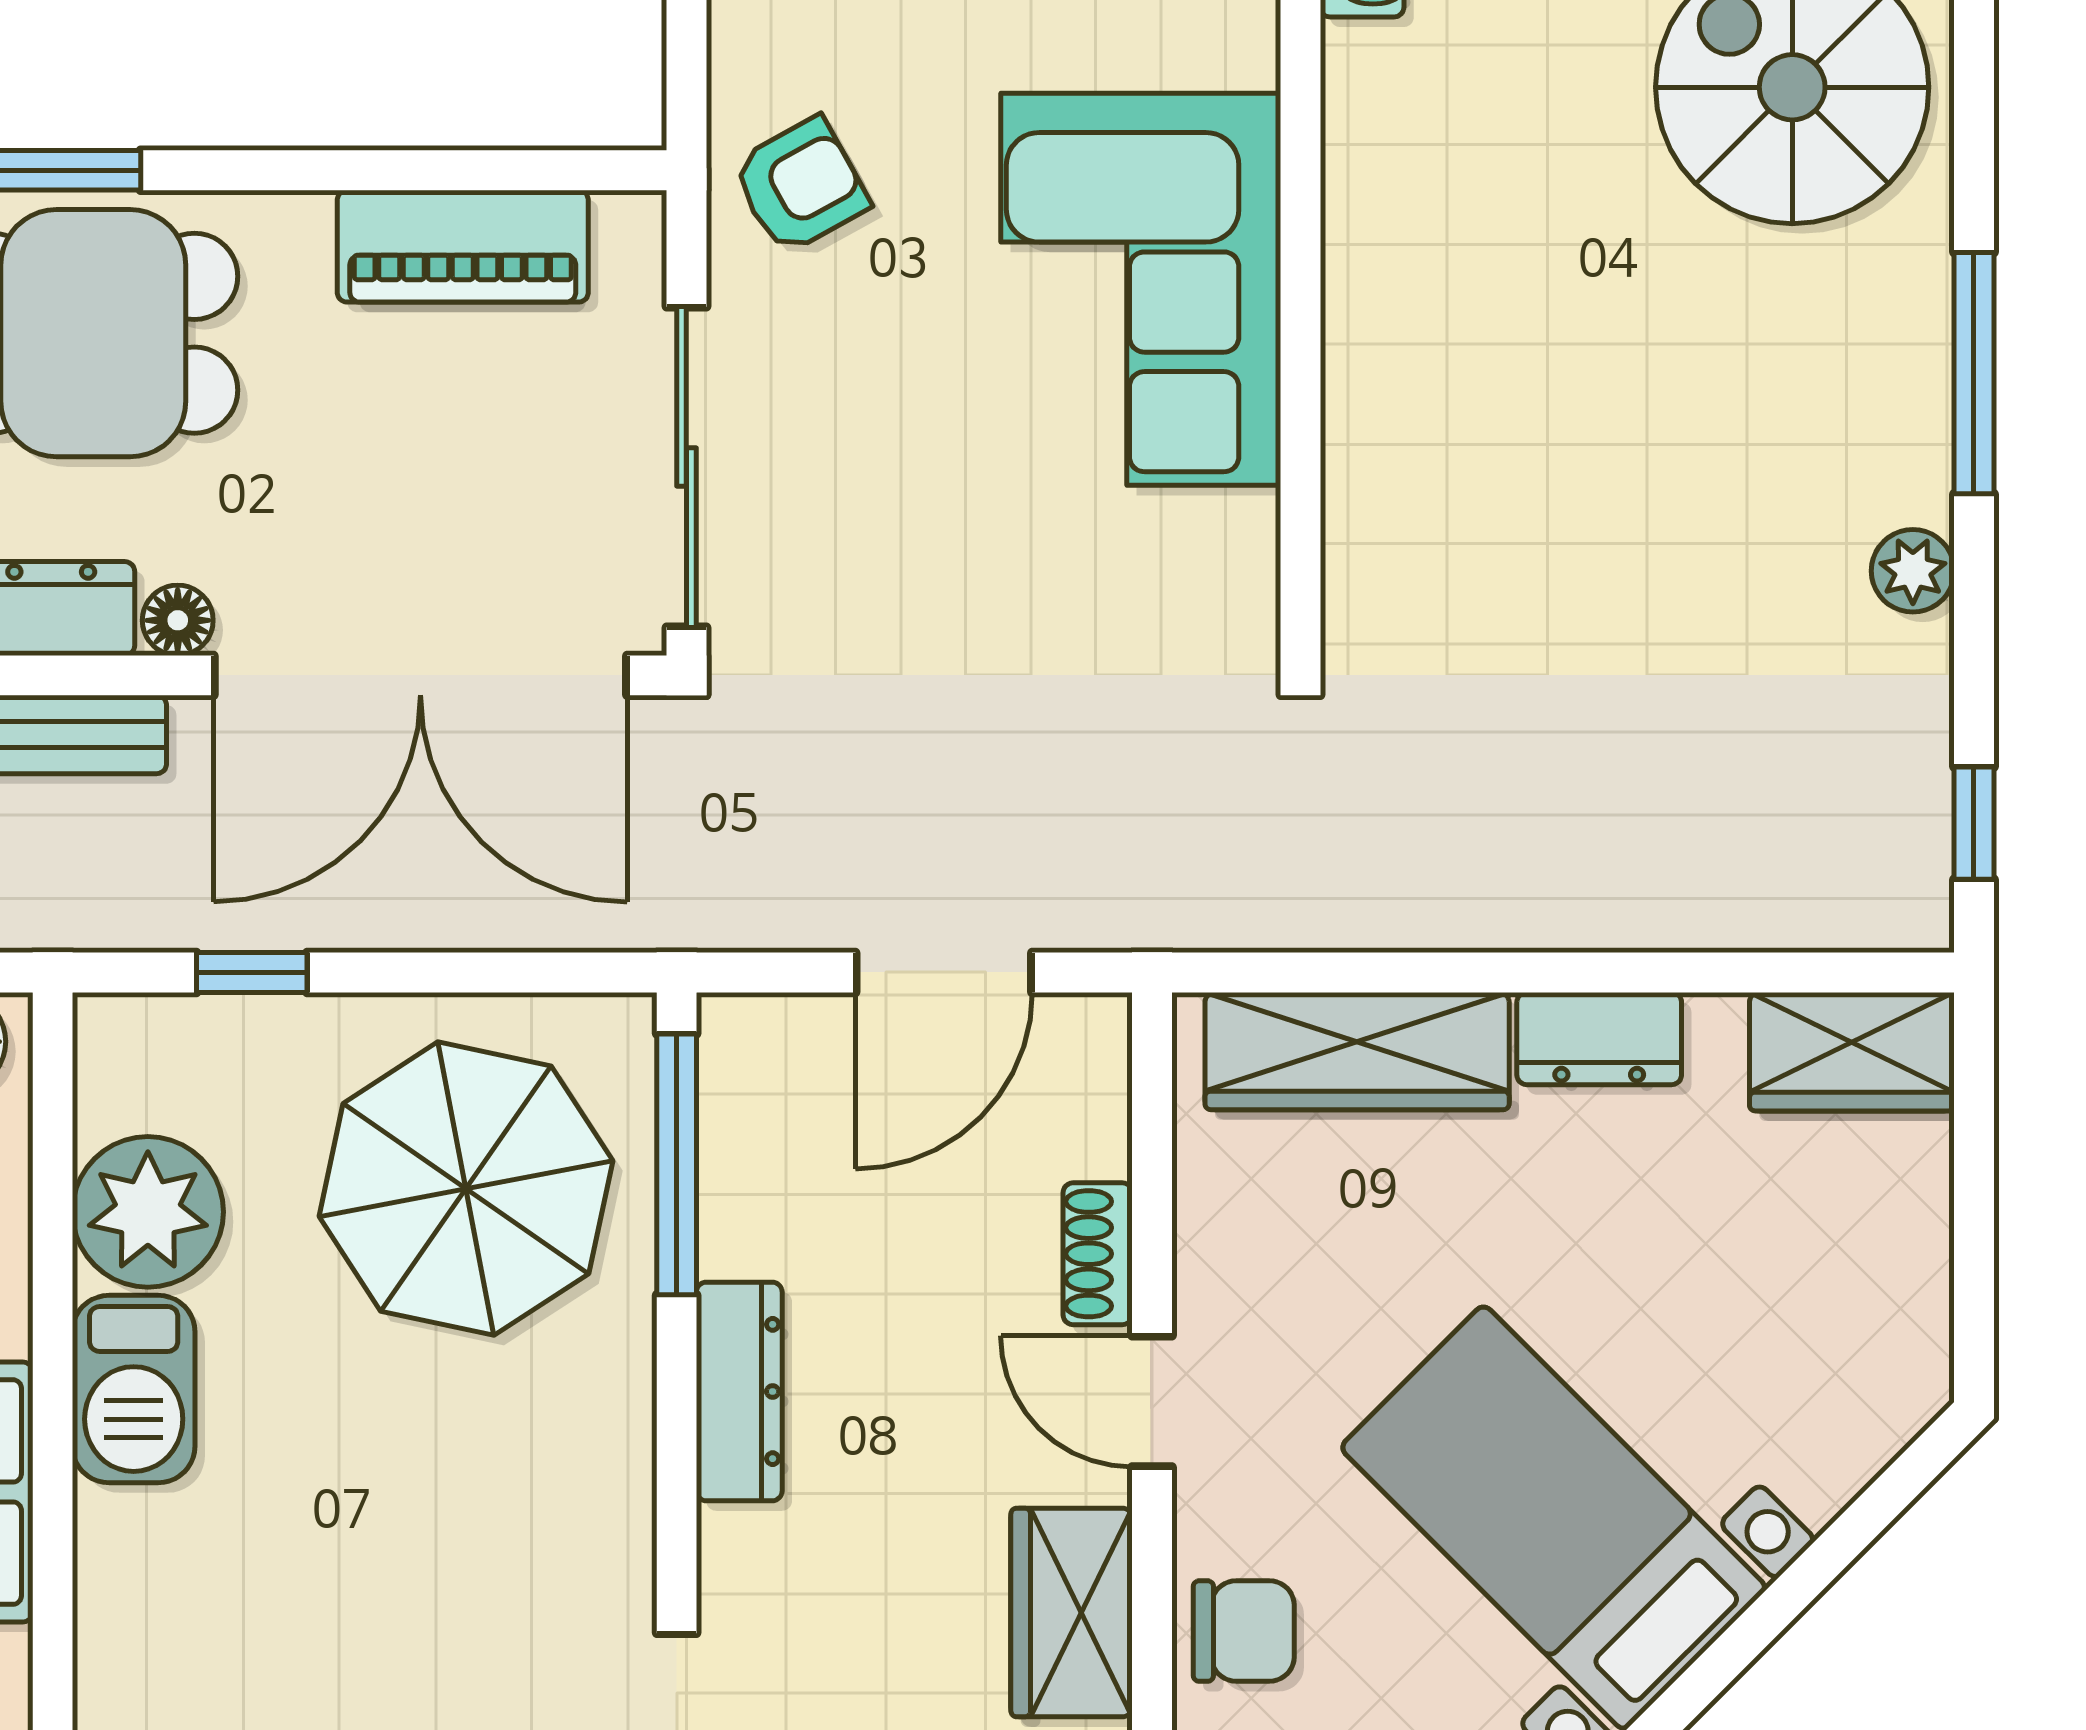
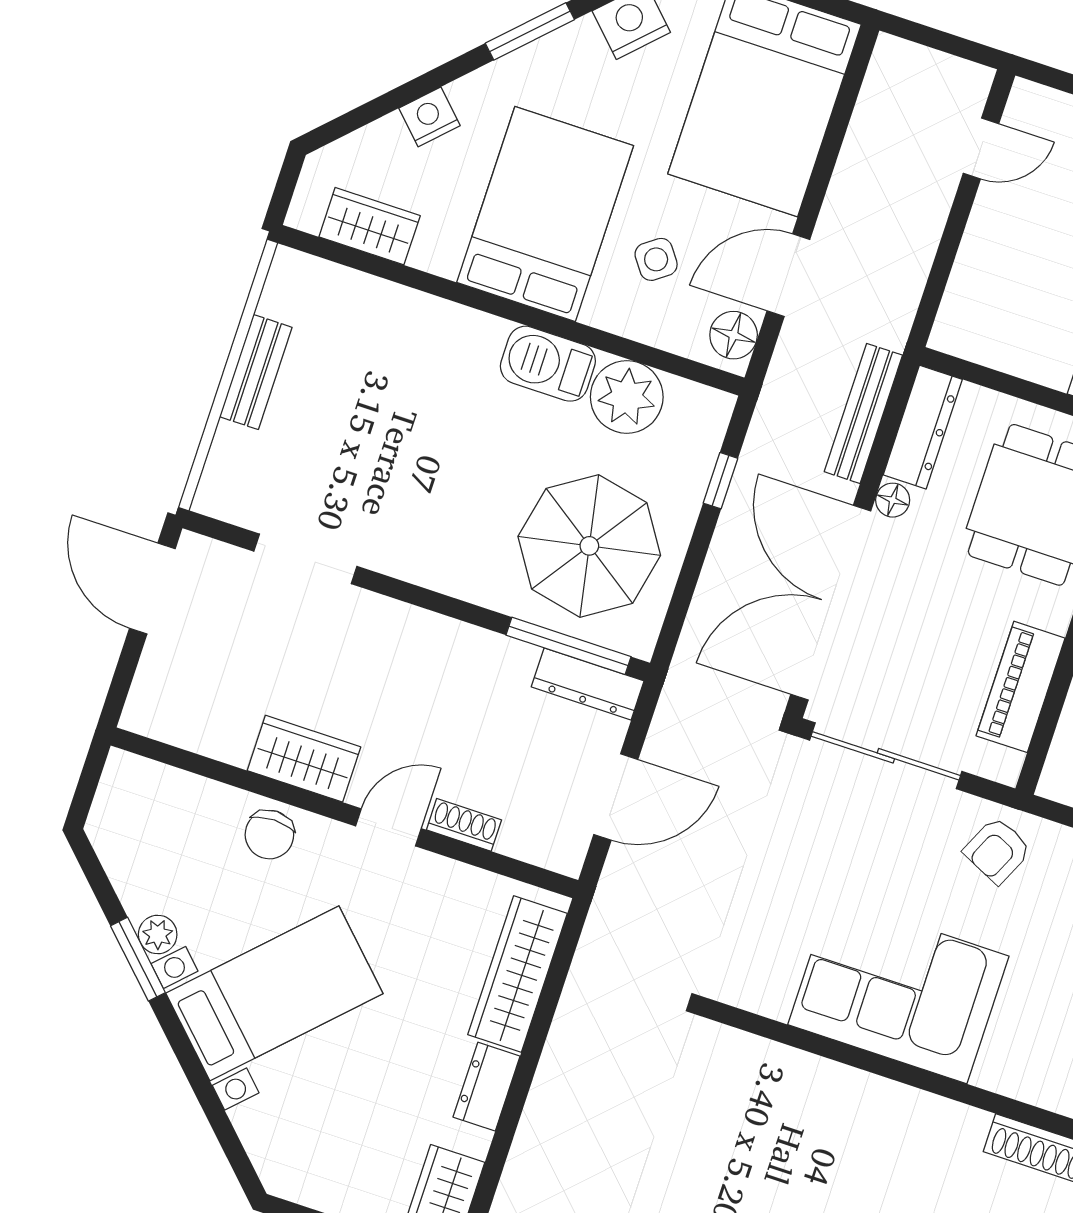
armchair: (800, 186) -> (997, 850), turned 54
door: (944, 972) -> (616, 797), swing flipped
dresser: (739, 1391) -> (588, 684), moved

